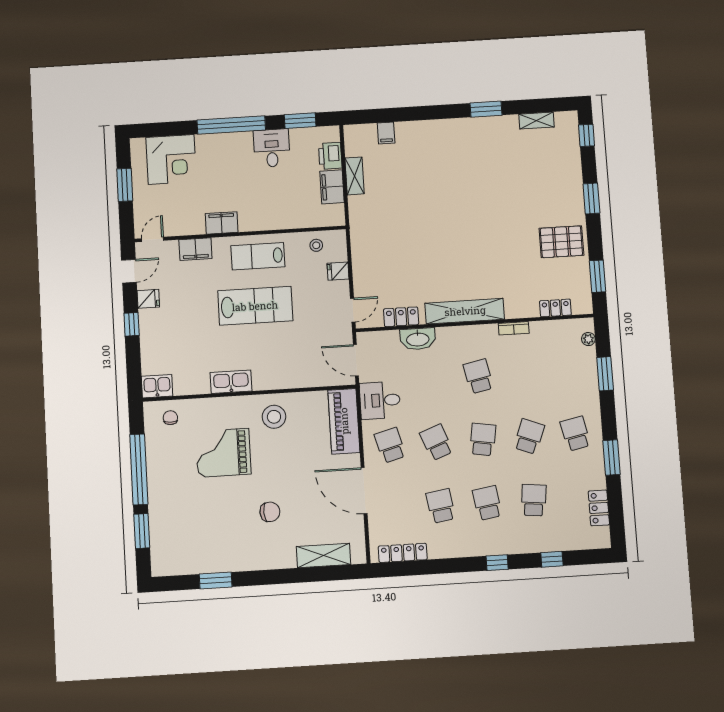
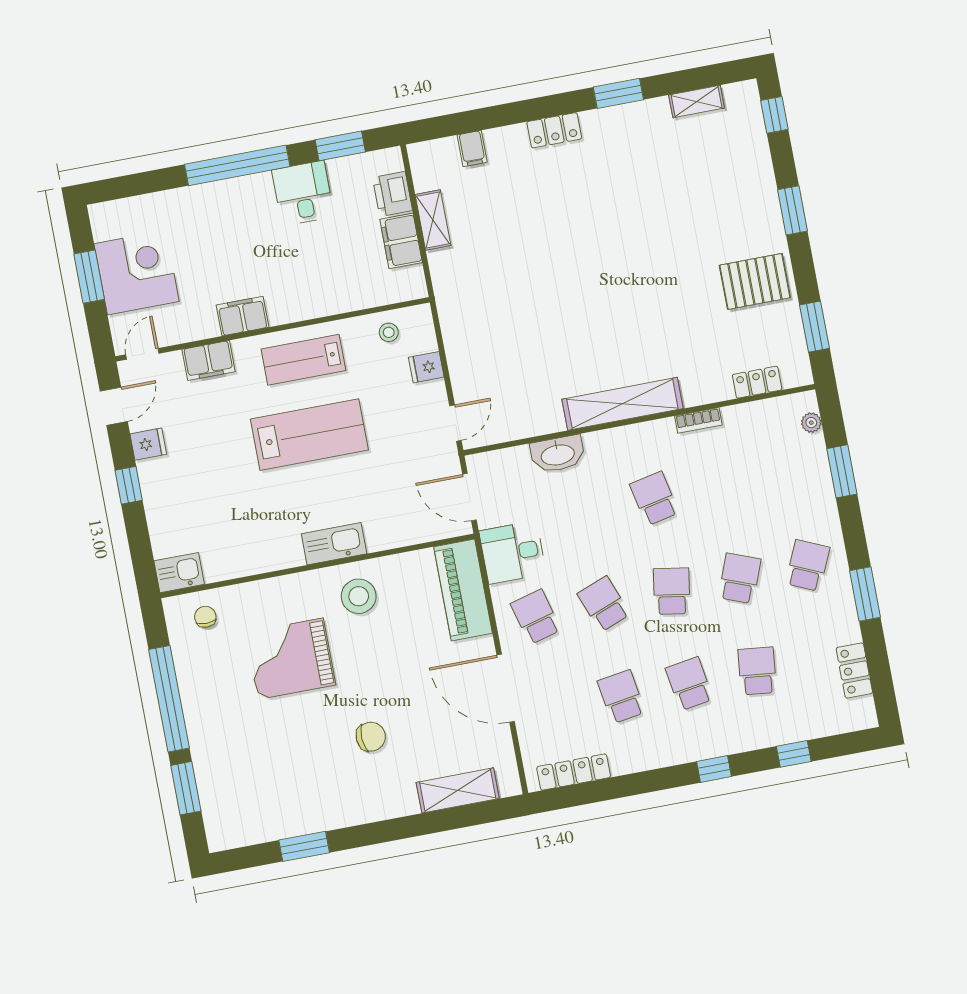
corner desk: (171, 159) -> (137, 273), moved, turned -90
locker: (401, 317) -> (554, 130), moved, turned 180
kitchen sink: (231, 382) -> (334, 544), moved
school desk: (575, 434) -> (808, 565), turned 36

